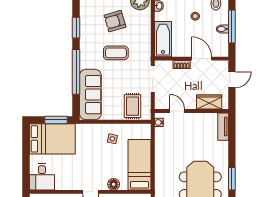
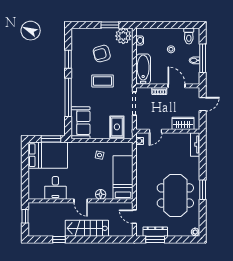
sofa: (90, 95) -> (81, 123), width x0.73
door: (177, 111) -> (156, 131), swing flipped
desk: (42, 177) -> (55, 188), moved

